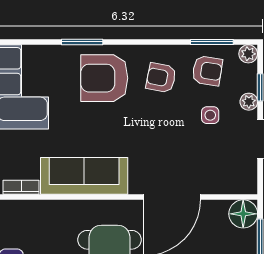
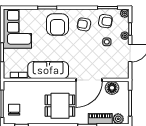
armchair: (104, 78) -> (57, 25), turned -90
floor lamp: (243, 214) -> (112, 88), moved

